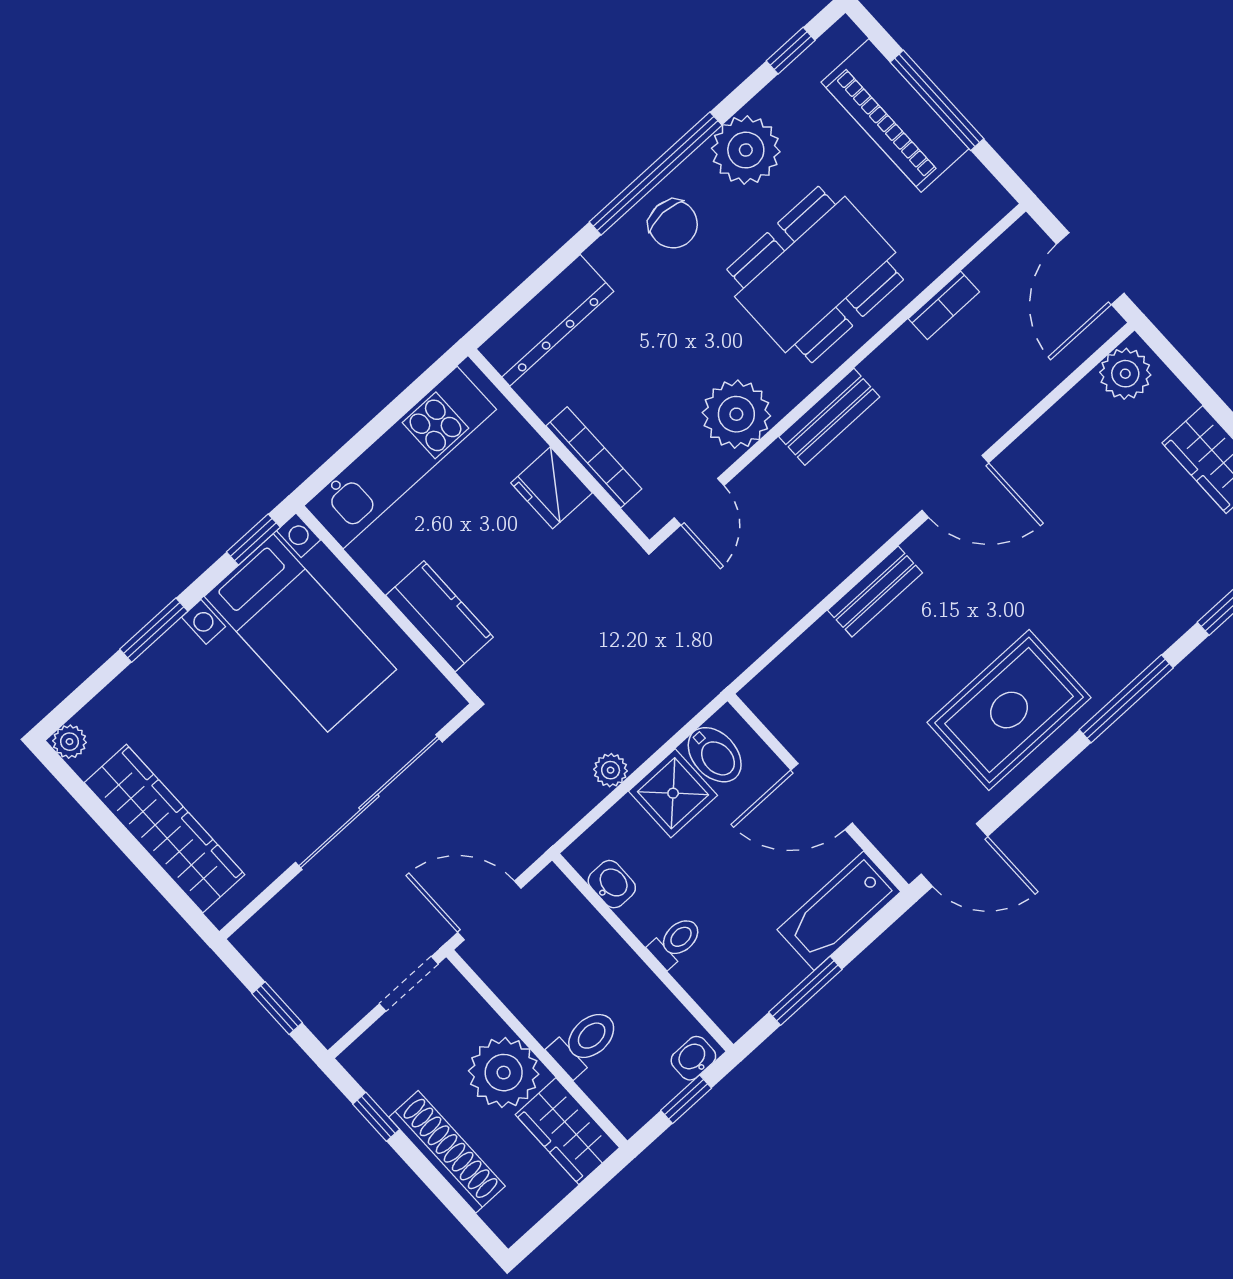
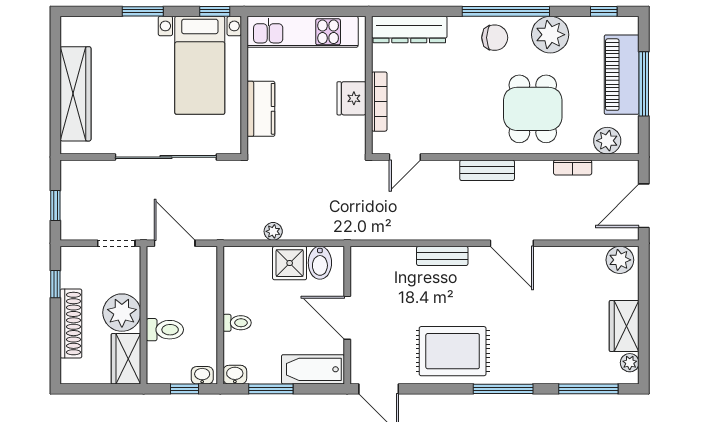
chair: (673, 224) -> (495, 38), turned -90
dining table: (815, 274) -> (533, 109), width x0.73
plant: (736, 414) -> (607, 141), moved, width x0.73, depth x0.73
plant: (69, 742) -> (69, 25), removed
washbasin: (612, 884) -> (235, 375), moved, turned -90

